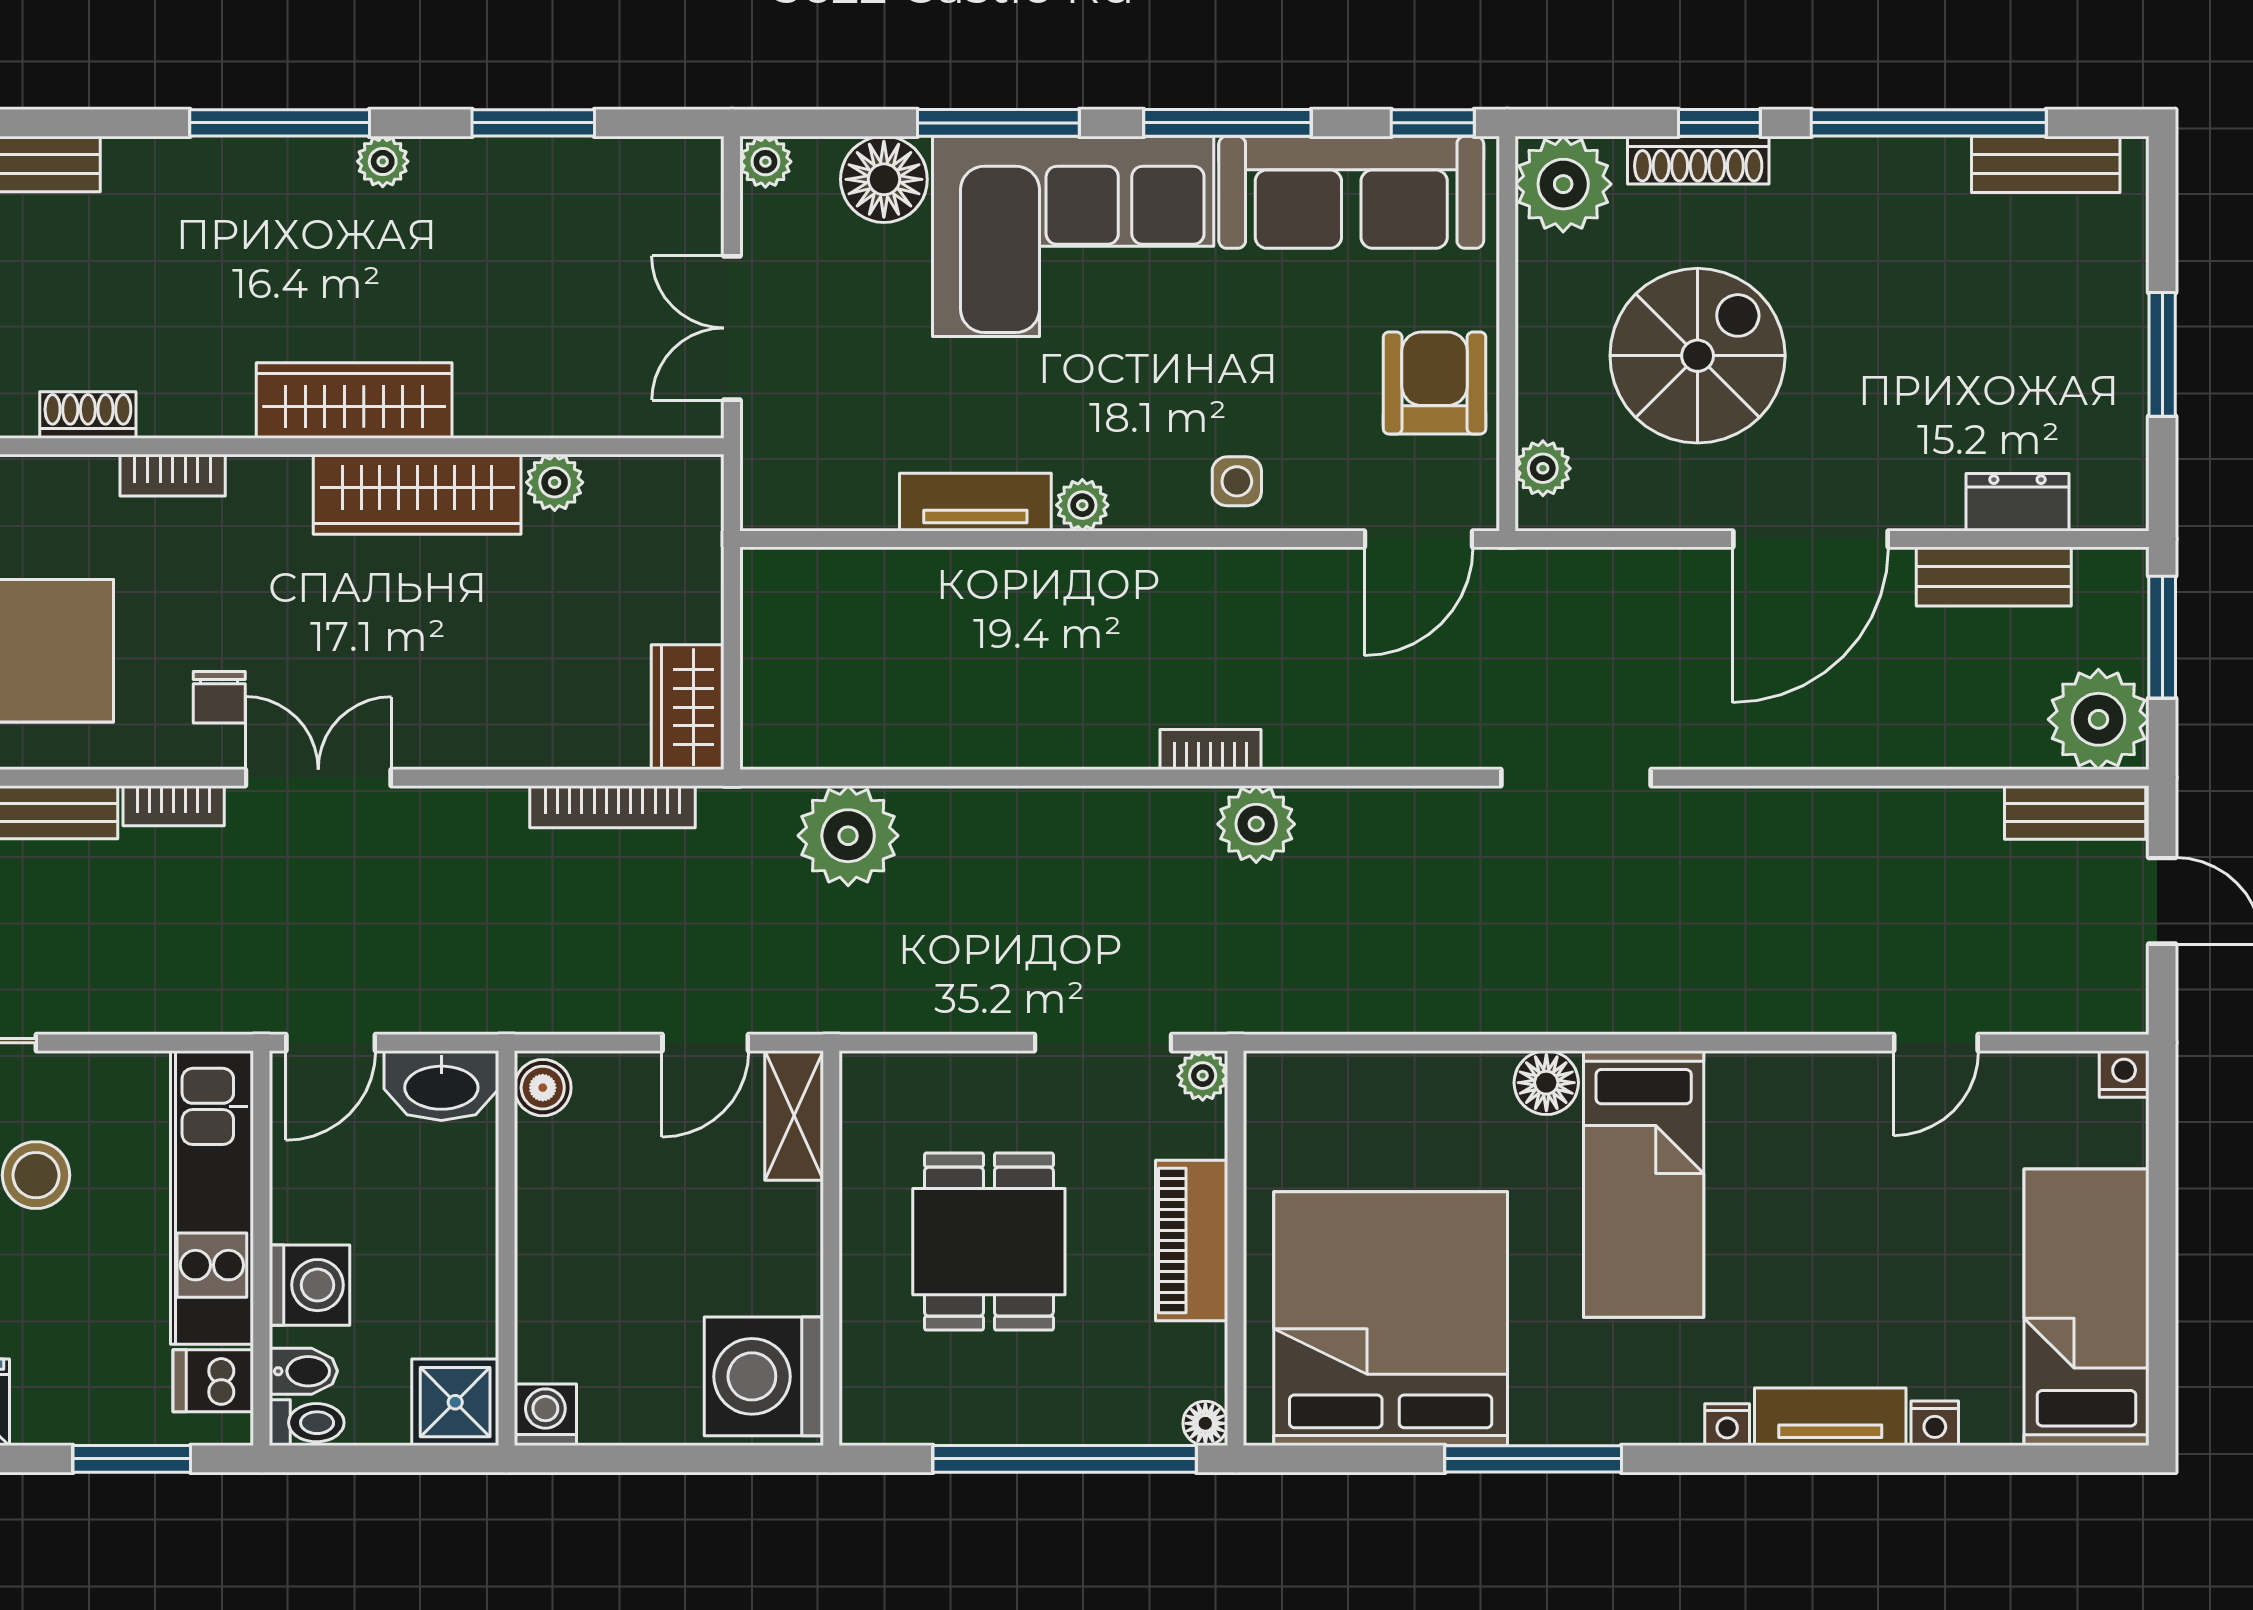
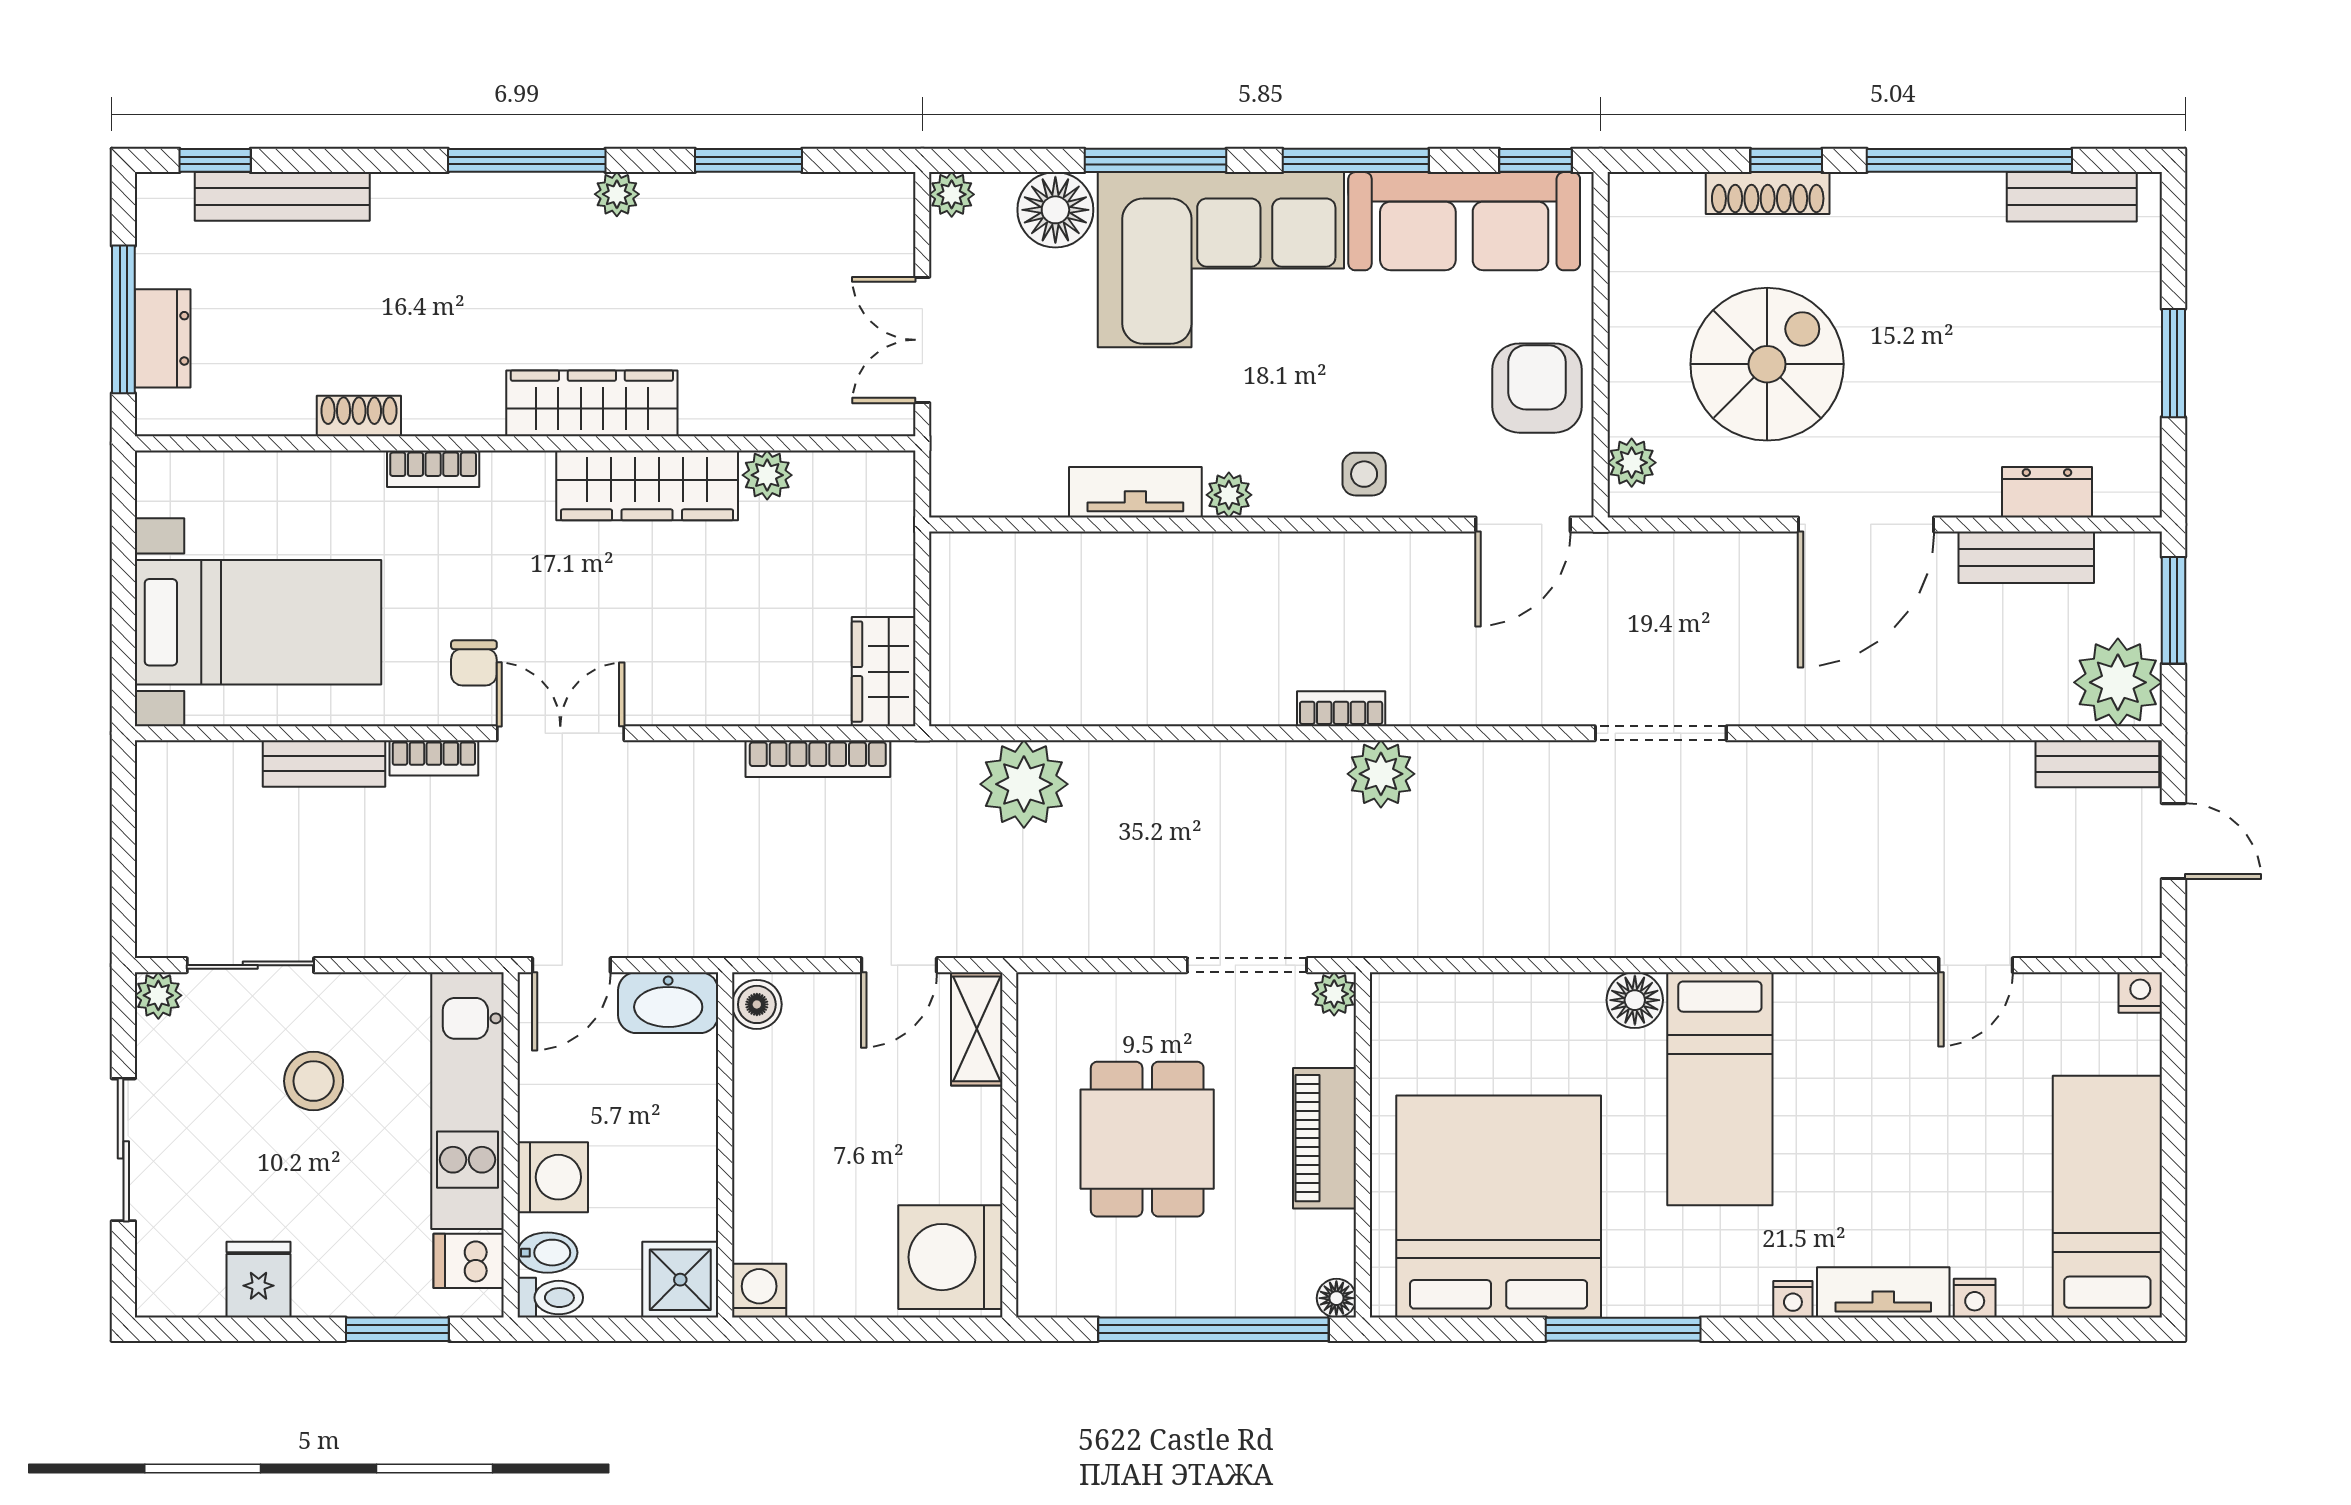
plant: (1563, 184) -> (1650, 214), removed

